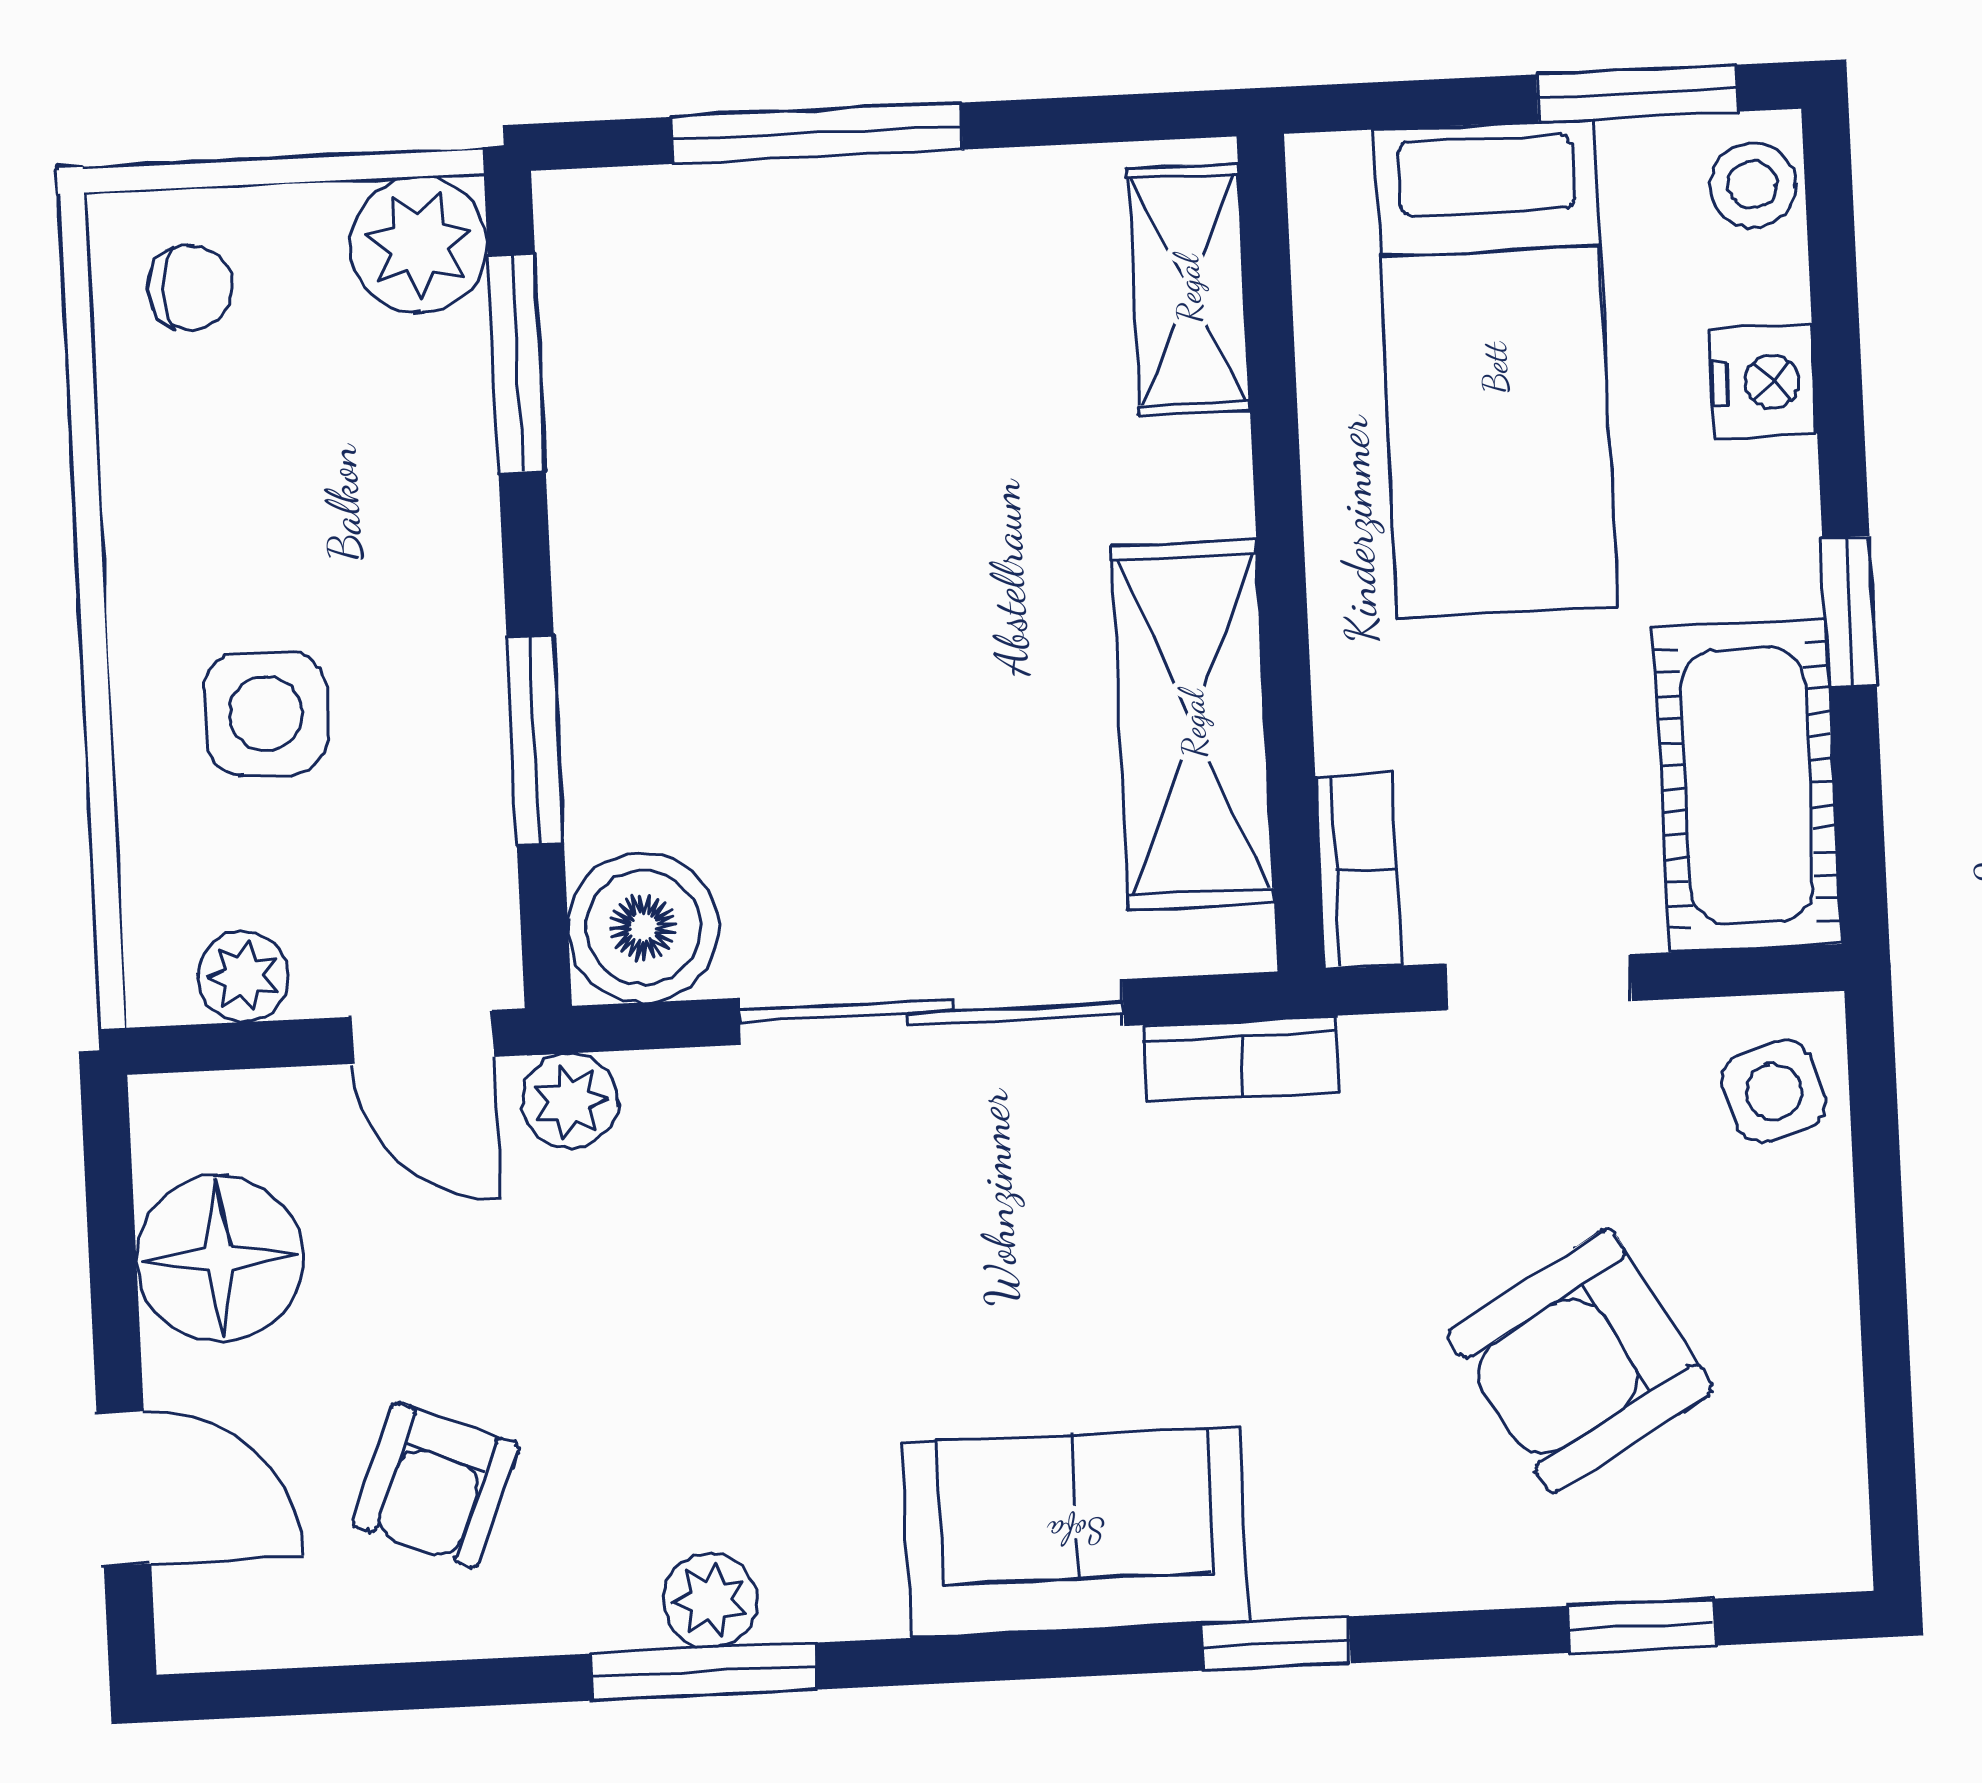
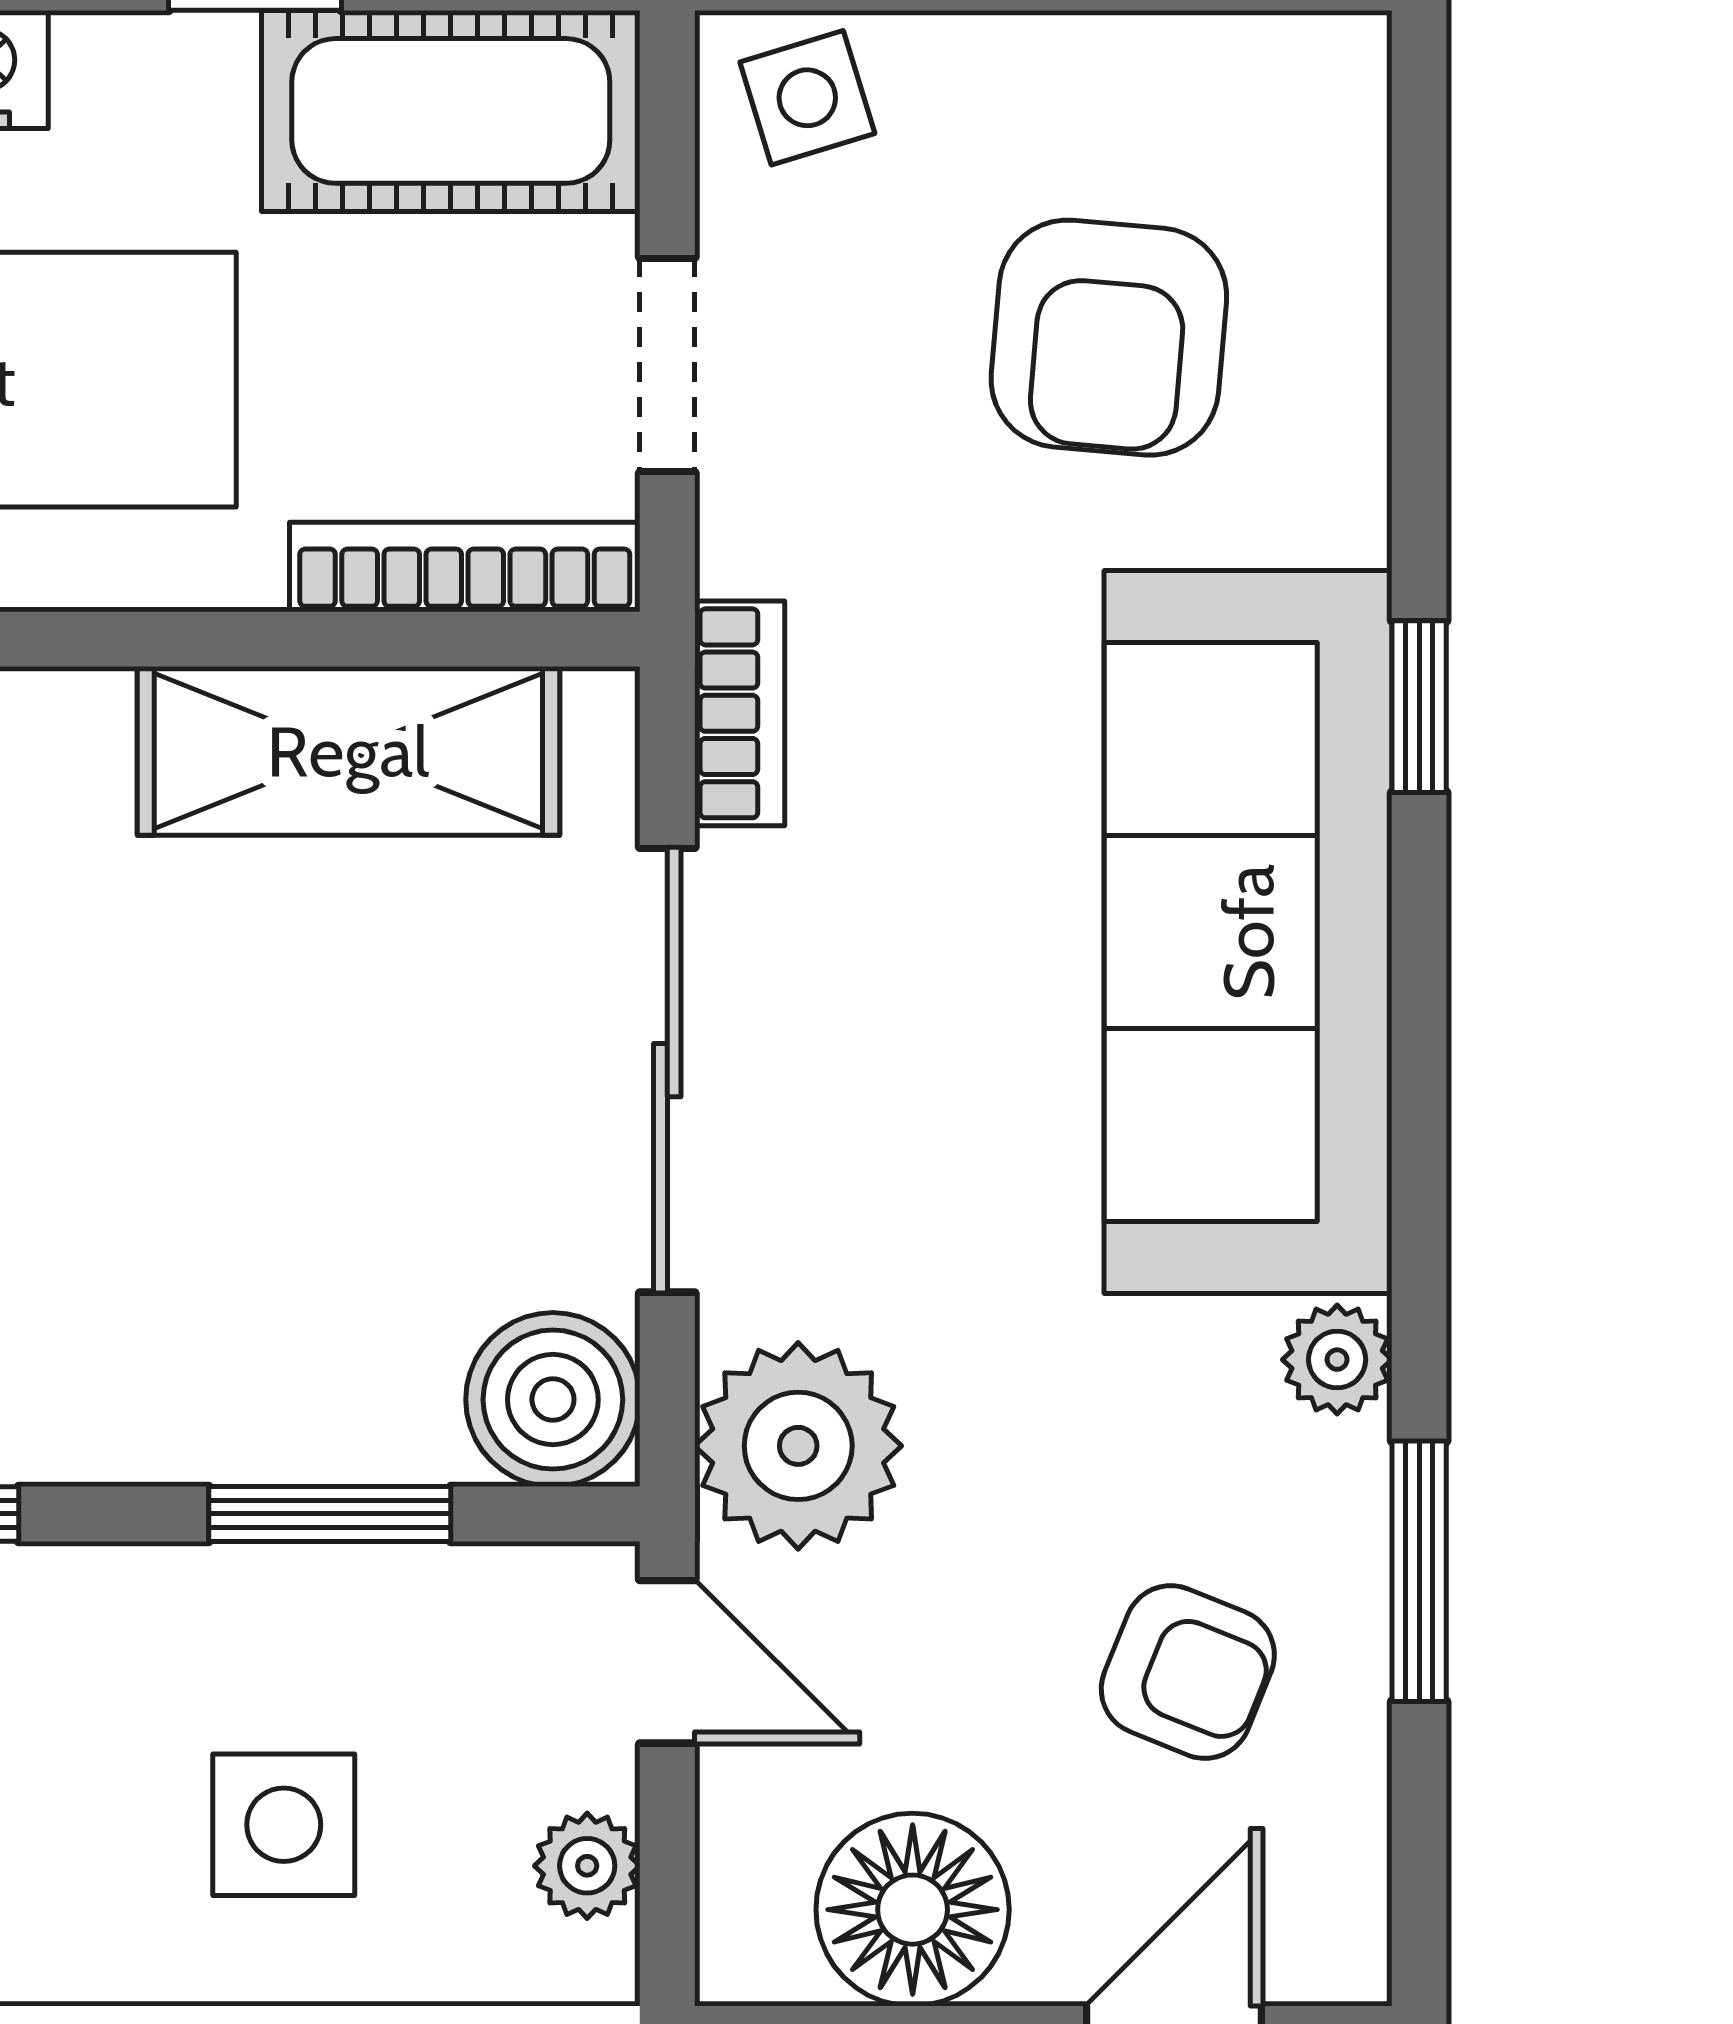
bookcase: (1358, 871) -> (465, 567), width x1.56
door: (422, 1037) -> (667, 1662), hinge flipped
plant: (570, 1101) -> (798, 1446), width x1.87, depth x1.87
armchair: (1580, 1361) -> (1109, 338), turned 35
sofa: (1076, 1532) -> (1248, 932), width x1.85, depth x1.27
window: (1641, 1626) -> (1419, 282), removed
window: (704, 1672) -> (1419, 1571), moved

